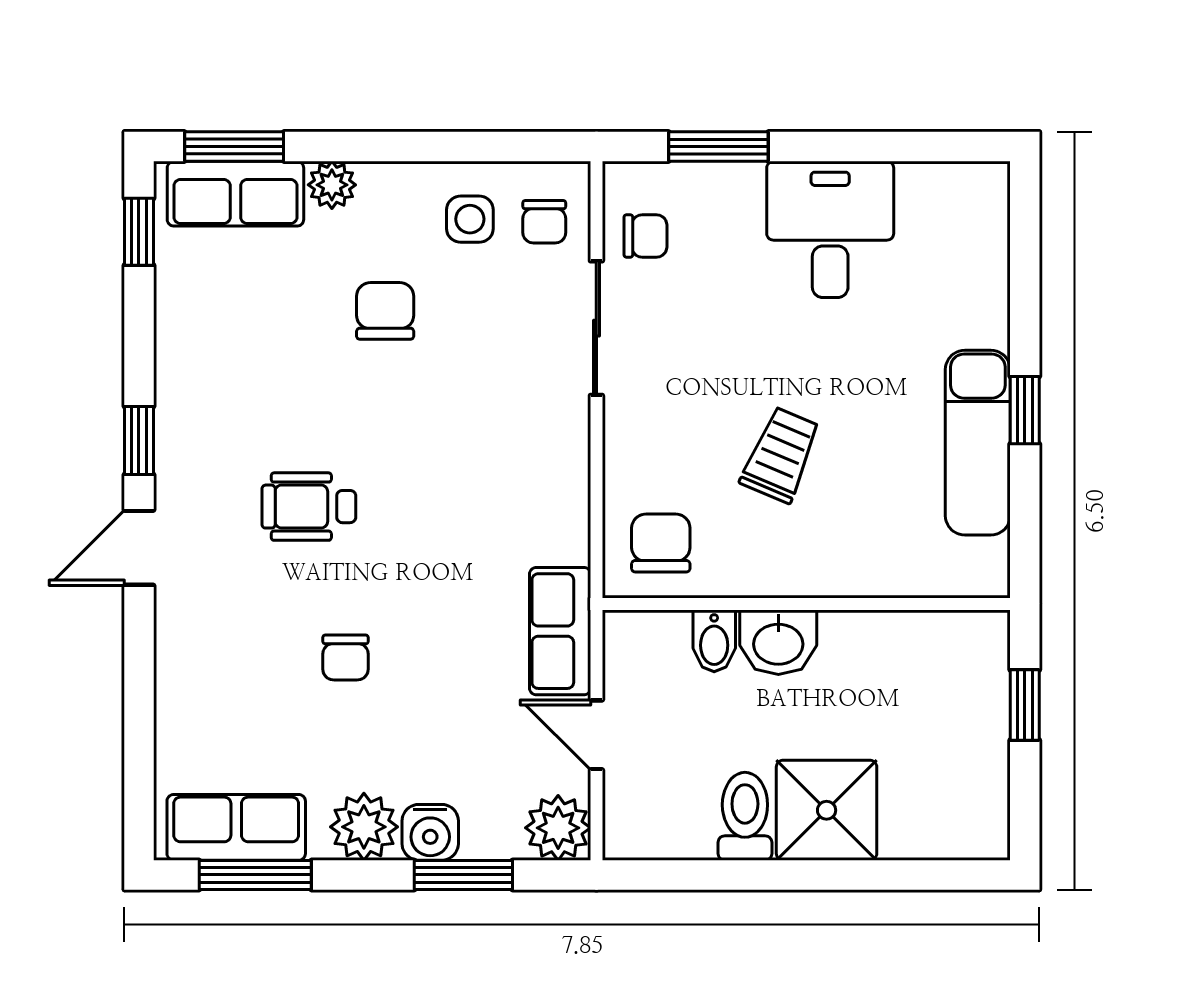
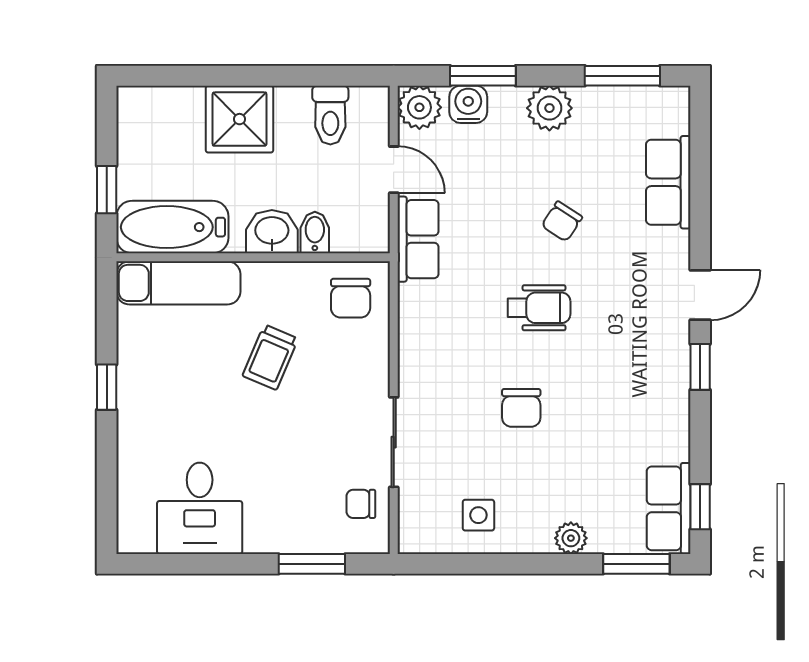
row of seats: (235, 194) -> (669, 508), moved, turned -90
chair: (544, 222) -> (429, 513), removed
desk: (830, 229) -> (200, 508), moved
chair: (385, 311) -> (521, 408), moved
exam couch: (978, 443) -> (178, 283), moved, turned 90
wheelchair: (309, 507) -> (539, 308), moved
bathtub: (927, 649) -> (172, 227), added
chair: (345, 658) -> (562, 221), turned -147
toilet: (745, 816) -> (330, 115), moved
row of seats: (236, 827) -> (668, 182), moved, turned 90
water cooler: (430, 832) -> (468, 104), moved

